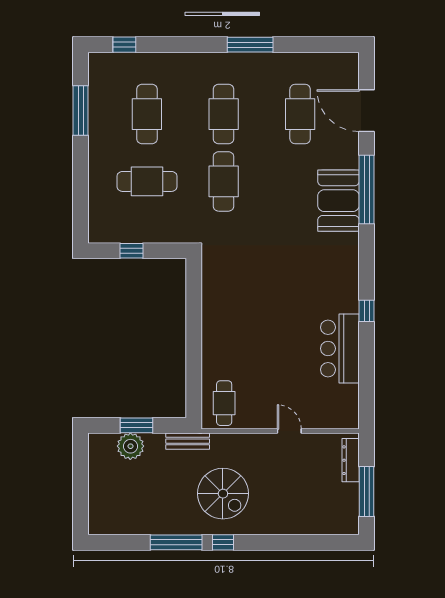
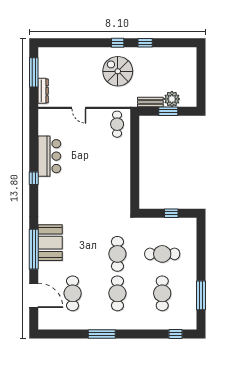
bench: (188, 441) -> (150, 102), moved
window: (176, 542) -> (145, 43), width x0.46

